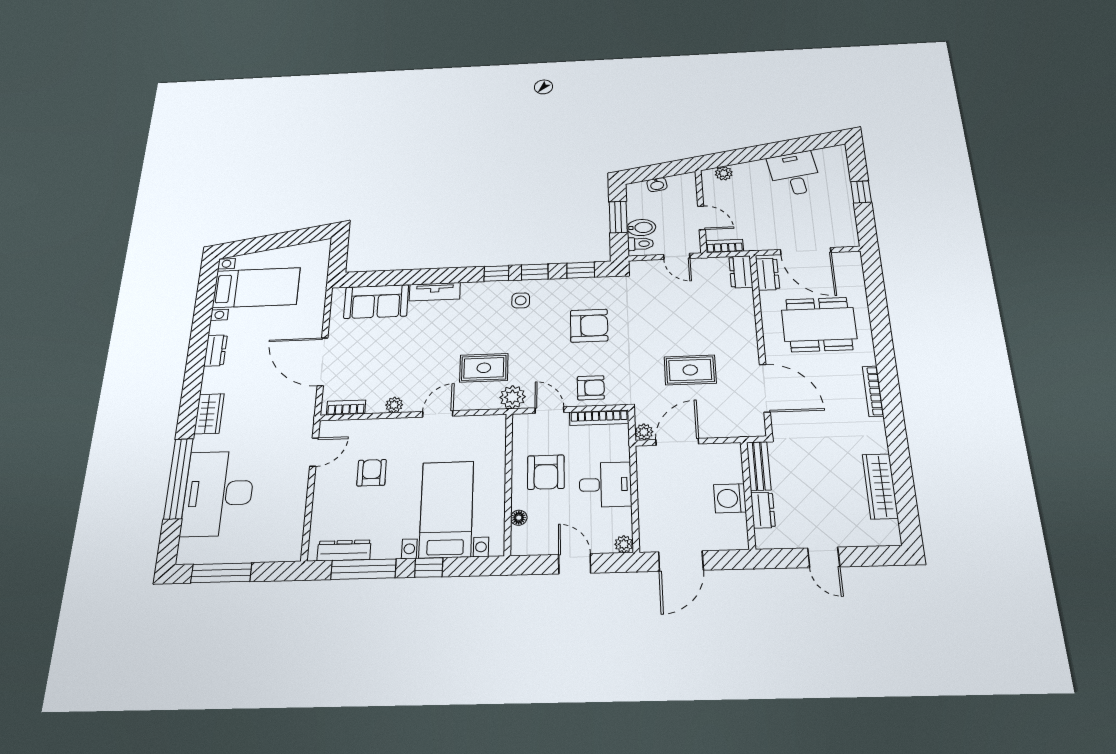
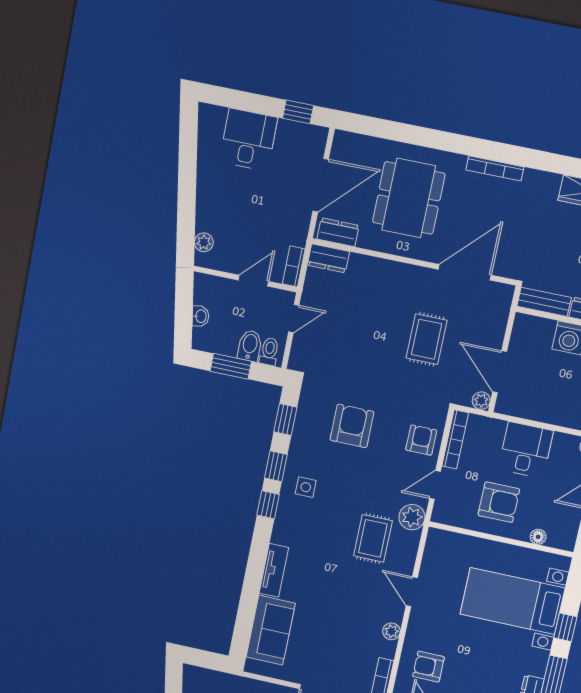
desk: (794, 174) -> (248, 140), moved, turned 99
window: (861, 192) -> (298, 112), moved
armchair: (372, 473) -> (428, 667), moved

